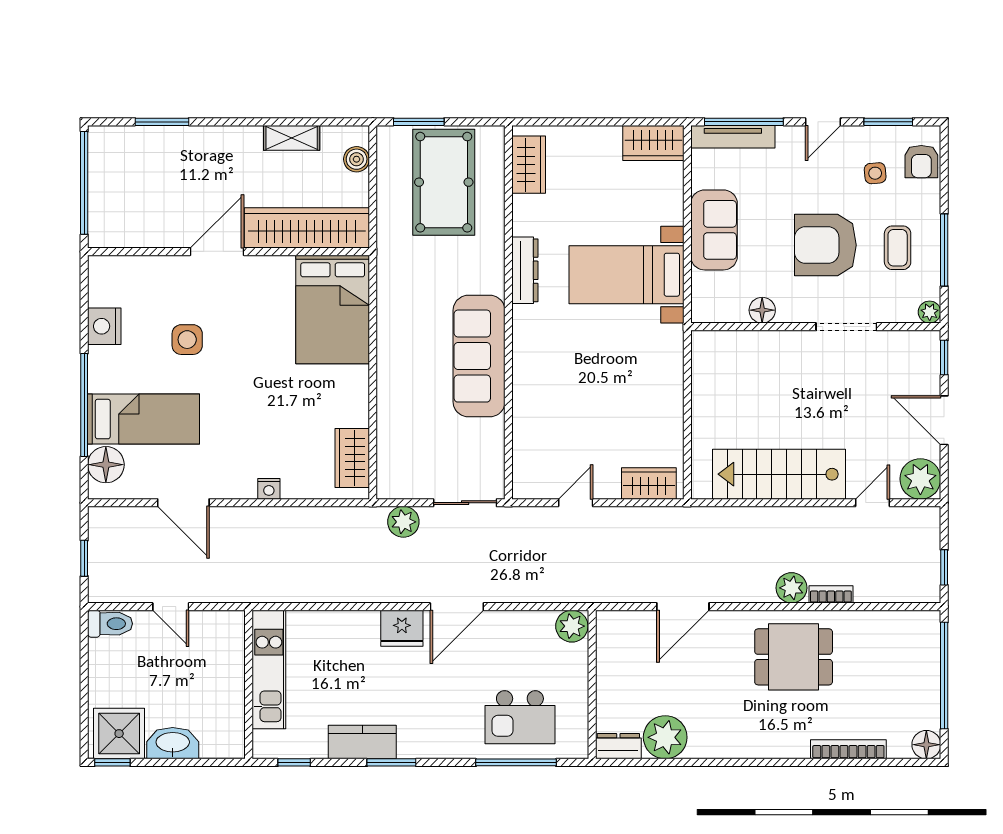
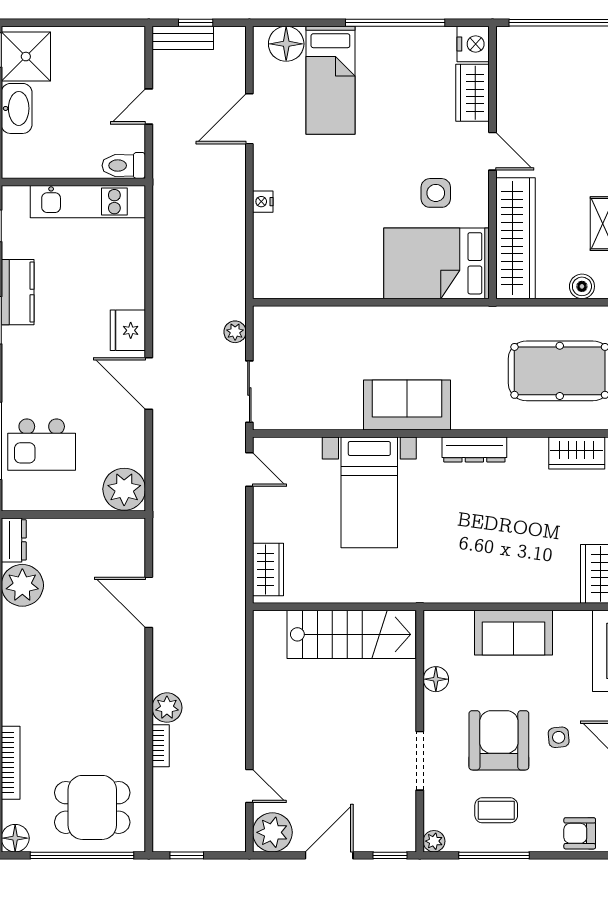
side table: (875, 173) -> (559, 737), moved
door: (217, 252) -> (492, 151), width x0.73
bed with nightstands: (627, 275) -> (369, 492), moved, turned 180
nightstand: (104, 326) -> (473, 44), moved, turned 90
side table: (187, 340) -> (436, 193), moved
sofa: (479, 356) -> (407, 405), width x0.73
window: (84, 405) -> (395, 23), moved
wardrobe: (352, 458) -> (472, 93), moved, turned -90
stairs: (779, 474) -> (351, 634), moved, turned 90
door: (576, 503) -> (249, 469), moved
plant: (403, 522) -> (235, 332), width x0.73, depth x0.73
bench: (100, 572) -> (183, 38), added
toilet: (110, 624) -> (124, 165), moved, turned 90
plant: (572, 626) -> (124, 489), width x1.36, depth x1.36
dining table: (794, 657) -> (92, 807), moved, turned 90
kitchen island: (520, 717) -> (42, 445), turned -90

